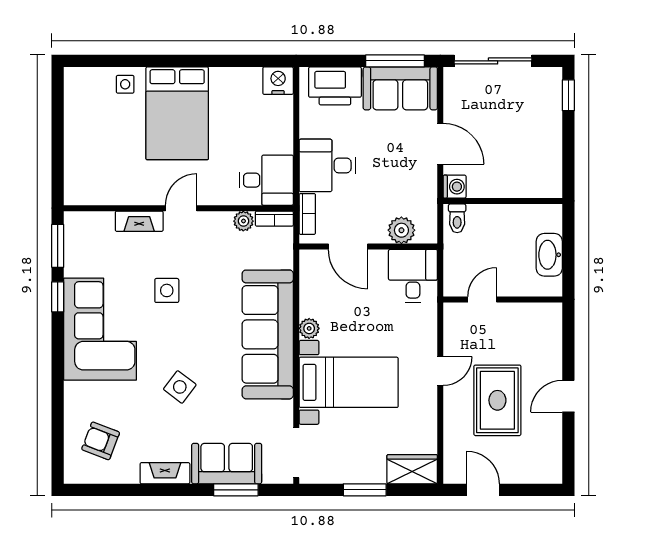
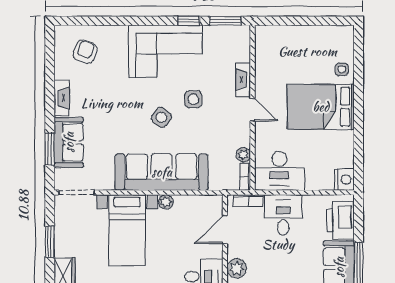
desk: (266, 180) -> (279, 171), width x1.37
side table: (180, 387) -> (161, 117), moved

